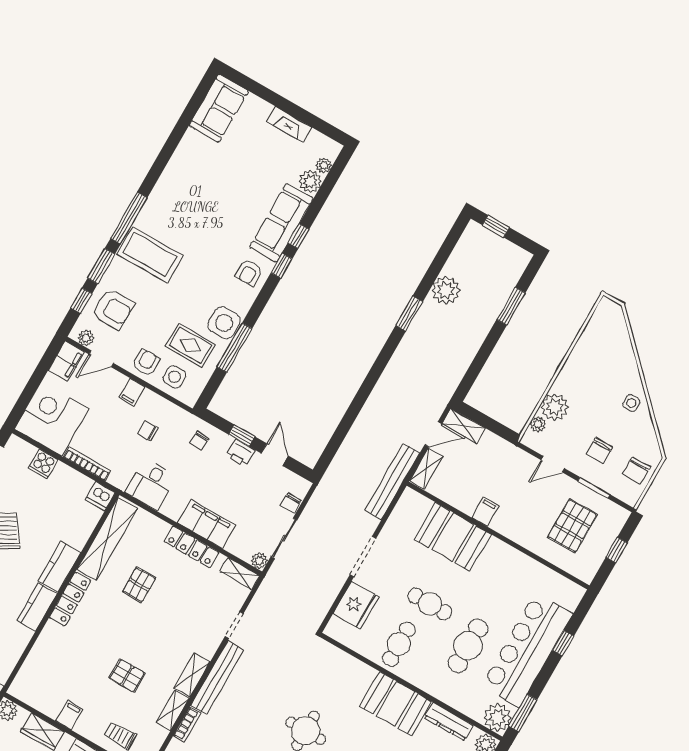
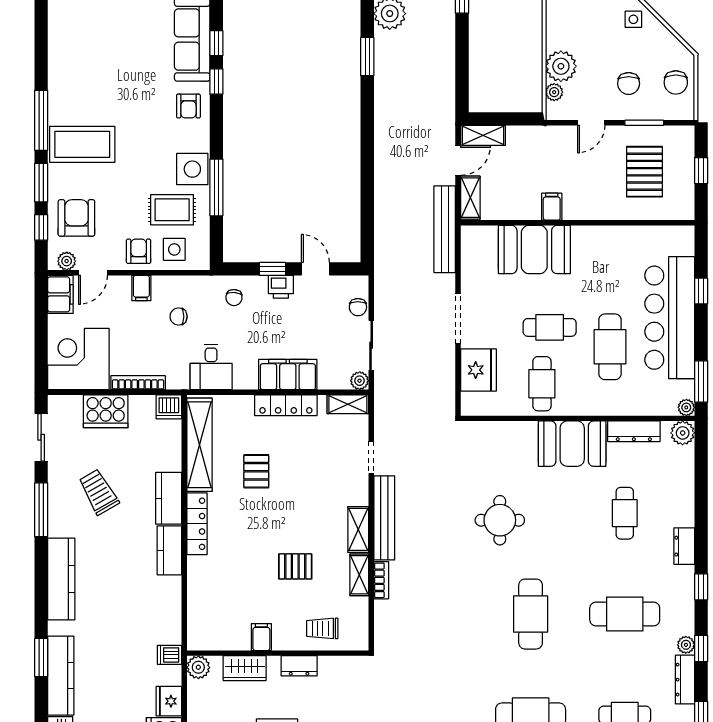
armchair: (113, 309) -> (76, 218), turned -90
cooker: (43, 464) -> (106, 411), width x1.87, depth x1.31
plant: (497, 718) -> (686, 407), width x0.53, depth x0.53

